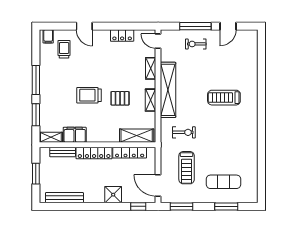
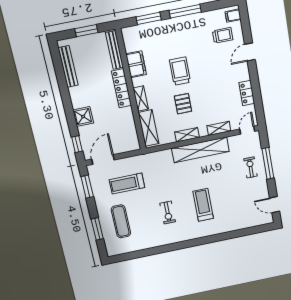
door: (228, 26) -> (275, 205), moved
exercise bike: (184, 132) -> (168, 213), moved
shelving: (51, 137) -> (141, 99), moved
bench: (63, 152) -> (114, 50), width x1.36
locker: (130, 153) -> (130, 125), removed

